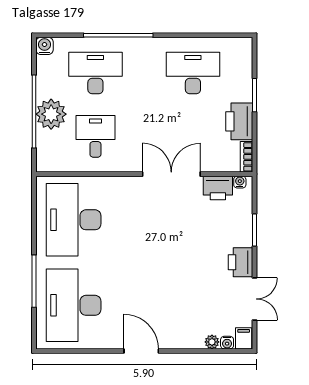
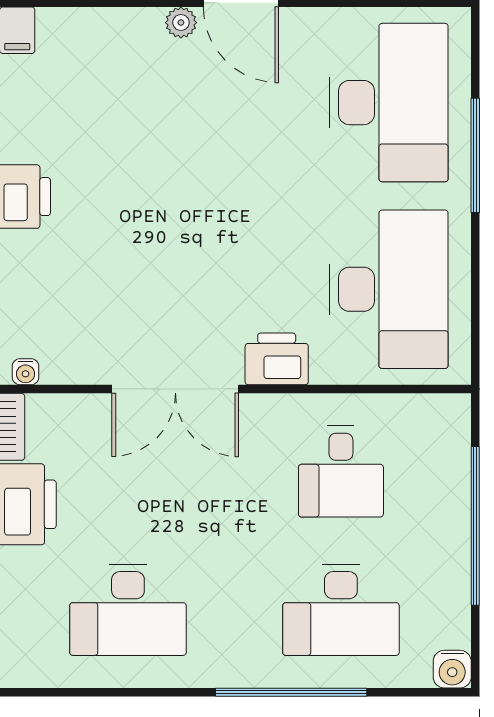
plant: (51, 114) -> (438, 520), removed
printer: (218, 188) -> (277, 359), moved
plant: (212, 342) -> (181, 23), moved
water cooler: (227, 343) -> (53, 21), removed

